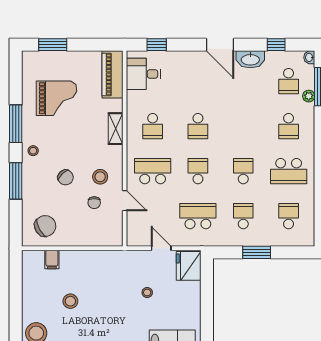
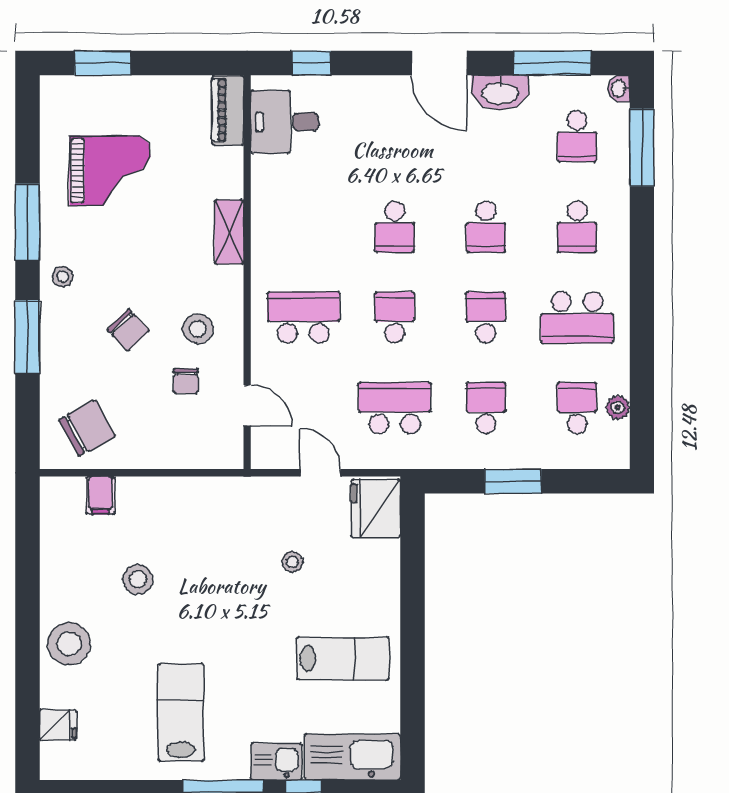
window: (276, 45) -> (552, 63), width x2.17
piano: (113, 74) -> (228, 110), width x0.73, depth x0.75
plant: (309, 96) -> (618, 407), moved
school desk: (153, 126) -> (486, 227), moved
door: (125, 201) -> (247, 406), moved

